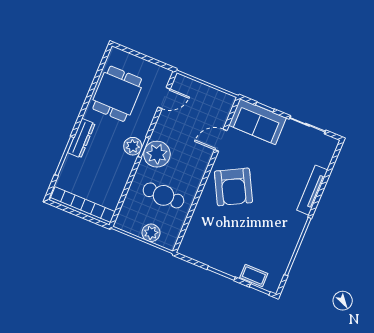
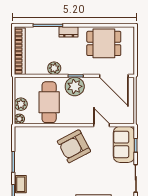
door: (164, 98) -> (114, 76), width x1.88
dresser: (81, 138) -> (69, 32), width x0.70
plant: (133, 146) -> (54, 68), moved
cafe table: (163, 195) -> (49, 102), width x1.37, depth x1.35
plant: (169, 242) -> (19, 119), added

